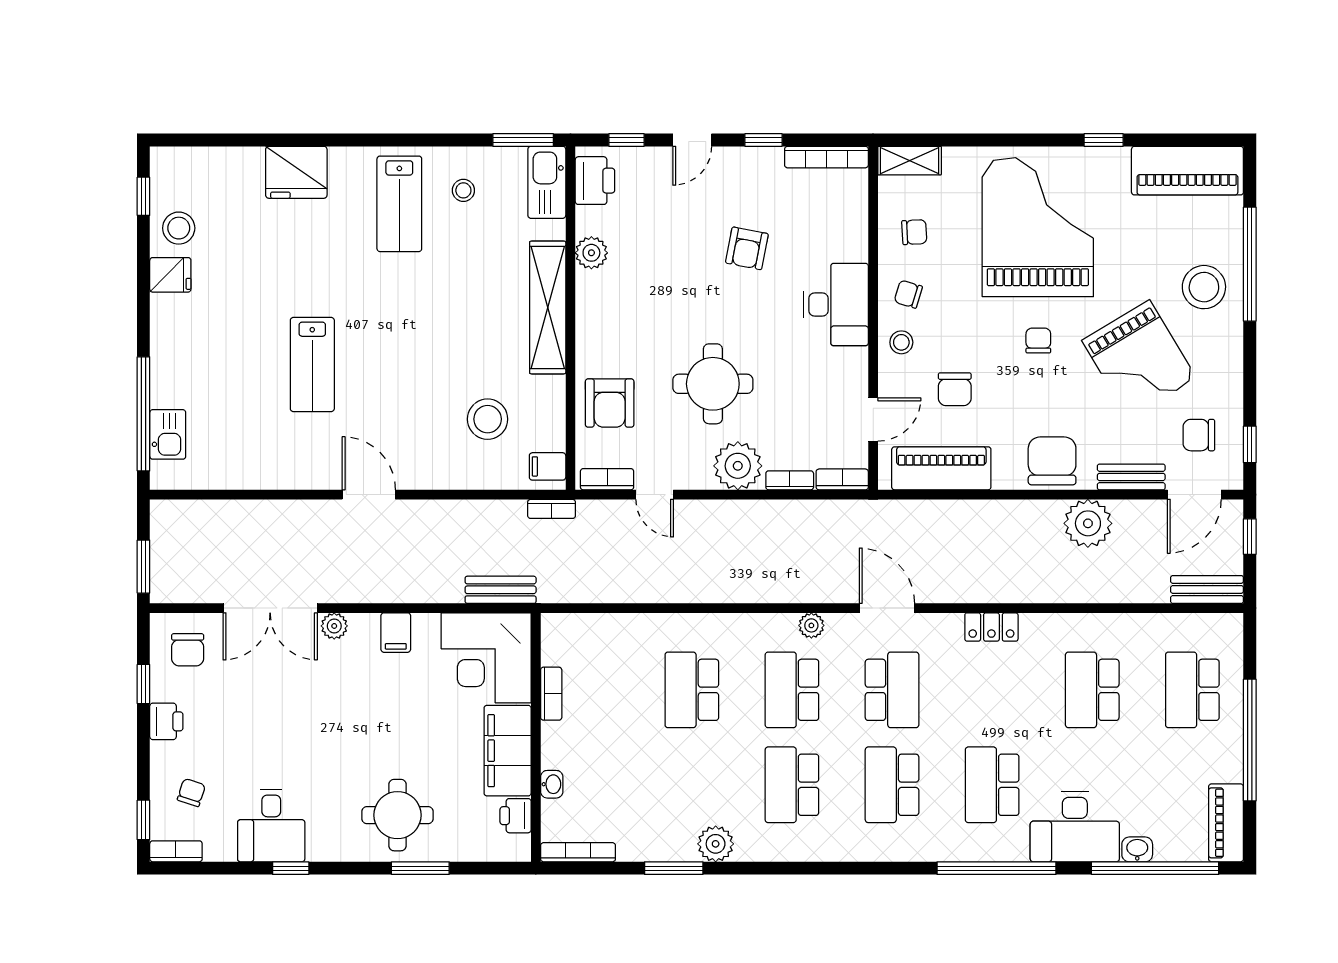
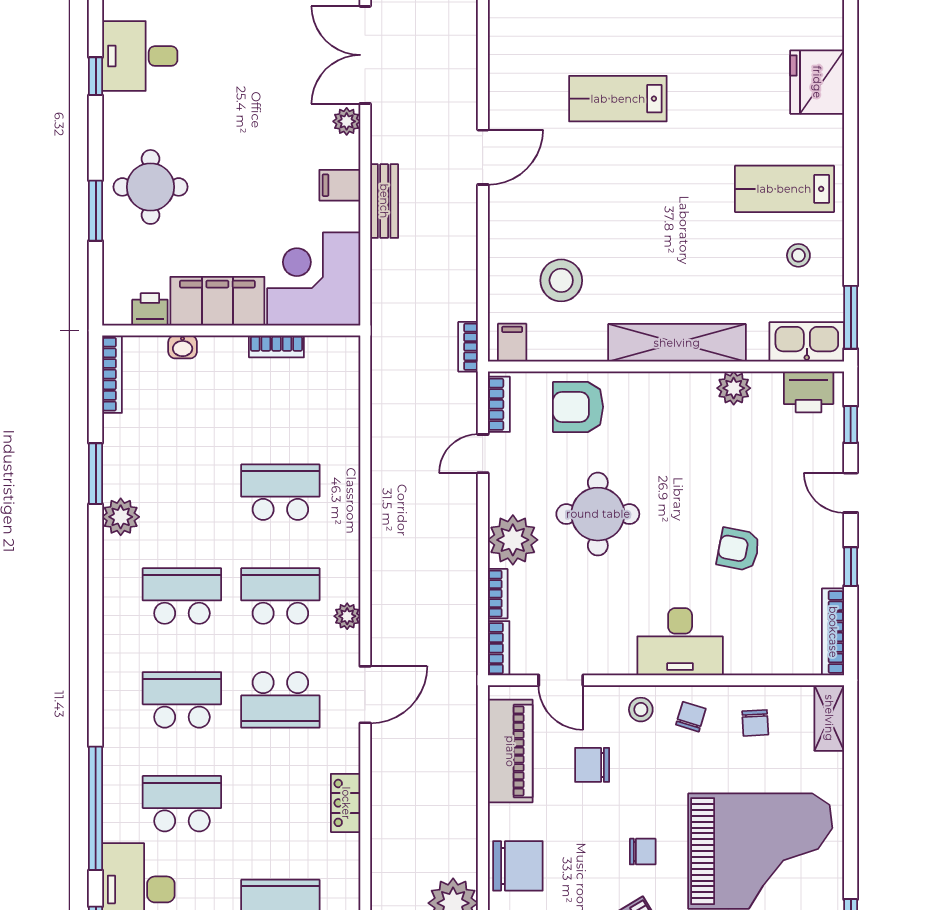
bench: (501, 590) -> (384, 201), moved

